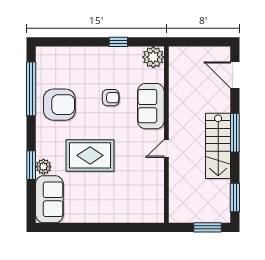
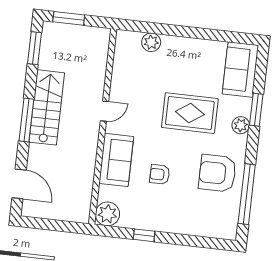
plant: (43, 167) -> (241, 125), moved
plant: (132, 215) -> (151, 42), added

